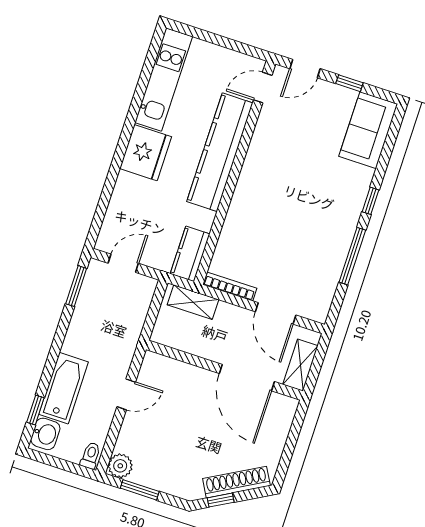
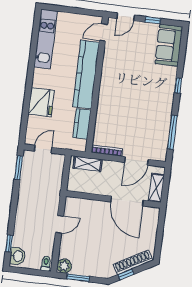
fridge: (146, 153) -> (41, 102), moved
kitchen counter: (190, 254) -> (82, 124), moved
window: (352, 256) -> (172, 132), moved
door: (276, 313) -> (136, 161), hinge flipped
bathtub: (64, 388) -> (23, 228), removed

